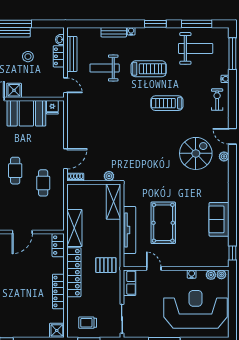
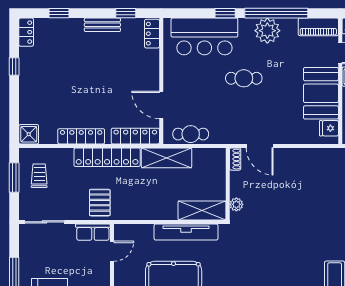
cafe table: (43, 183) -> (191, 134), moved
tv unit: (129, 230) -> (186, 232), moved
door: (22, 232) -> (161, 105), moved
locker: (58, 245) -> (135, 136), width x1.53
pallet: (106, 265) -> (100, 203), moved
door: (154, 268) -> (112, 251), moved

